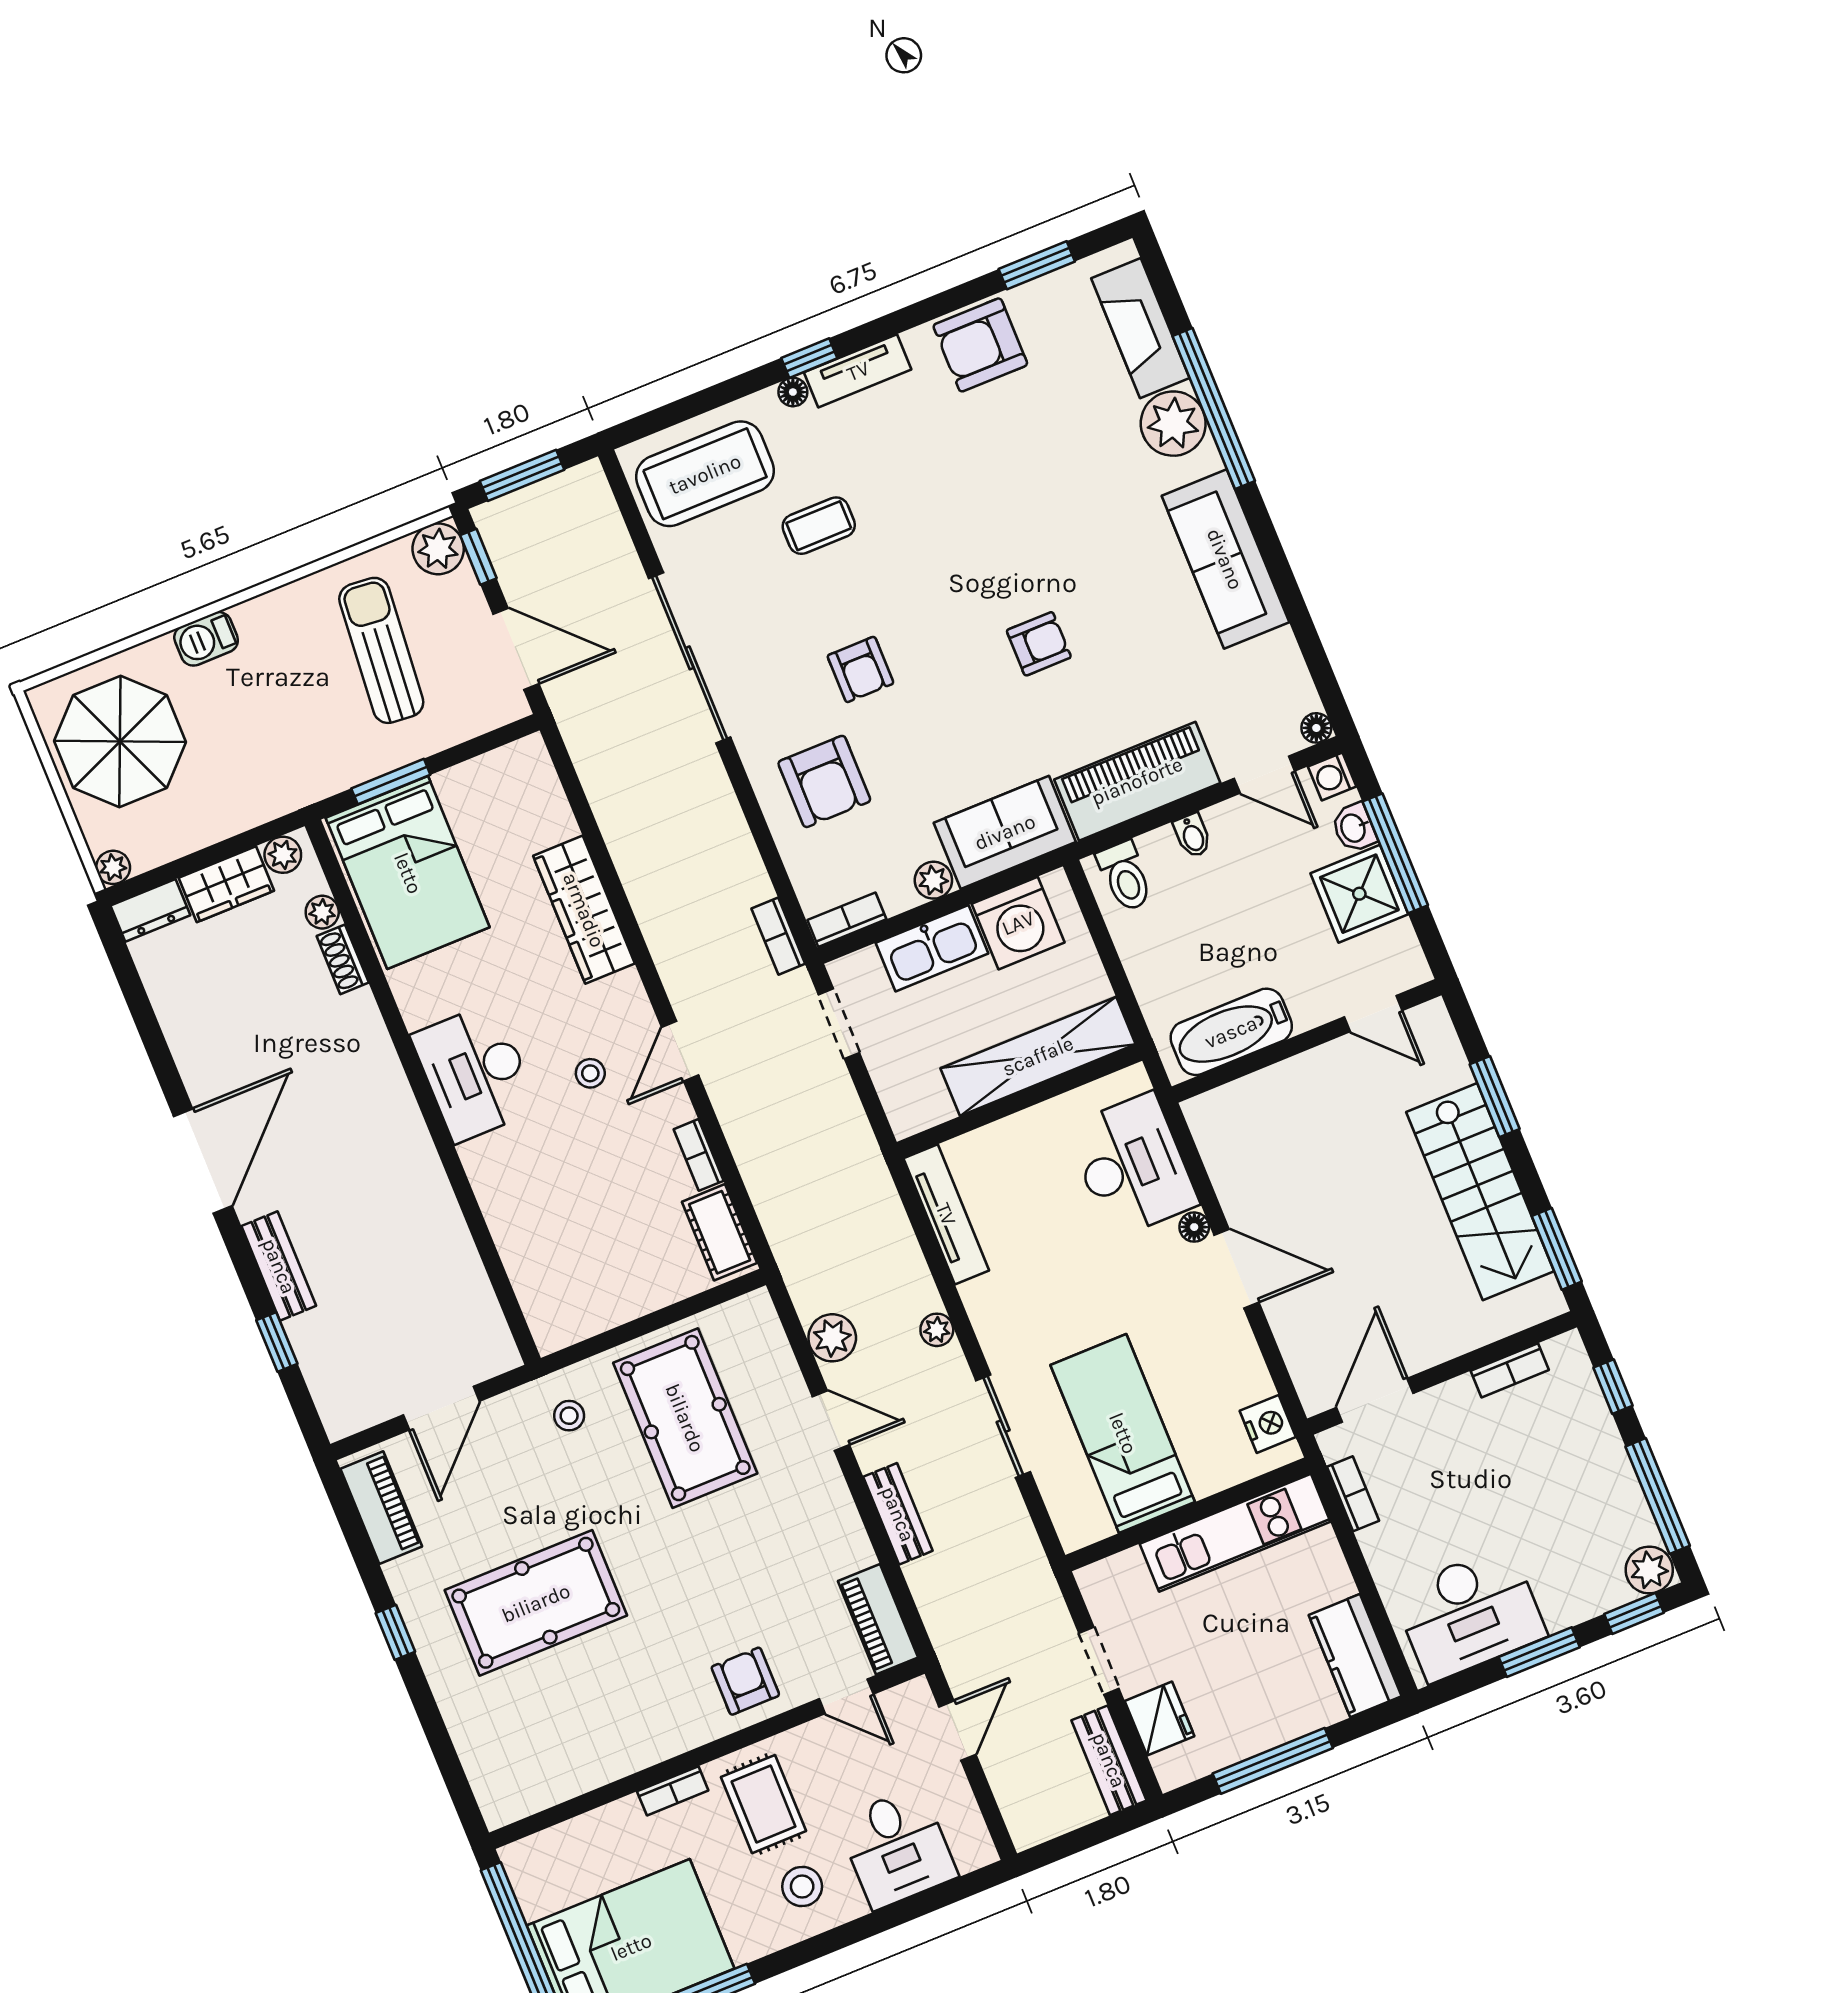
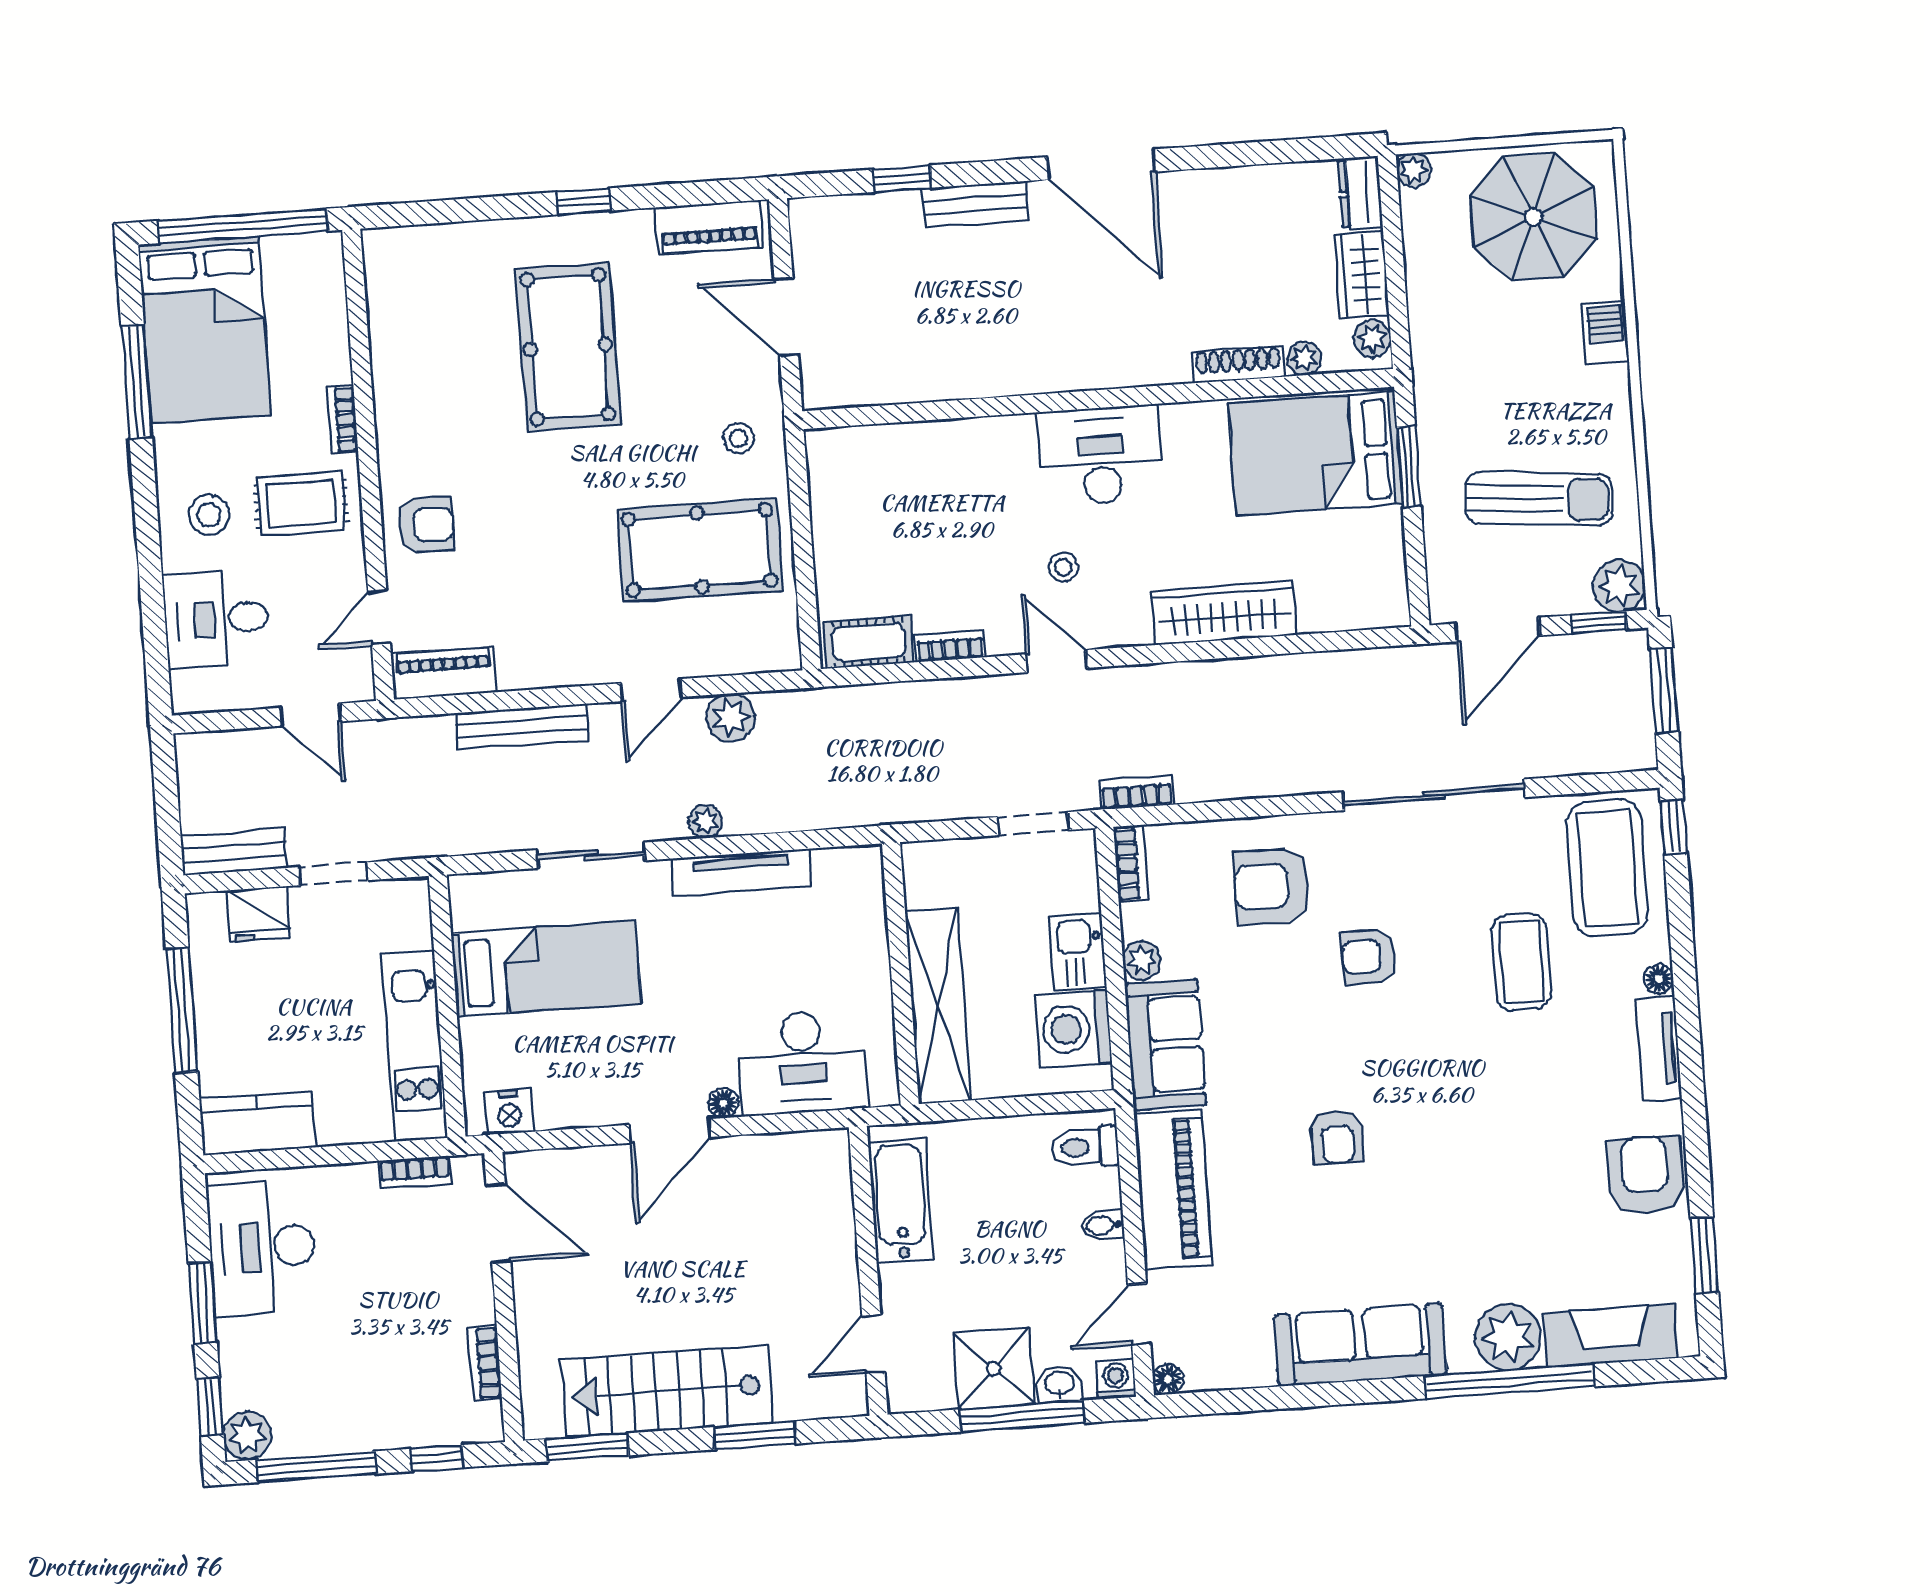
window: (809, 358) -> (1674, 827), moved
coffee table: (819, 526) -> (1521, 962), width x1.36, depth x1.30
kitchen sink: (932, 948) -> (1077, 951), width x0.73
shoe rack: (343, 959) -> (1238, 364), width x1.43
tv unit: (946, 1214) -> (741, 872), moved
bench: (898, 1514) -> (522, 727), width x1.36

